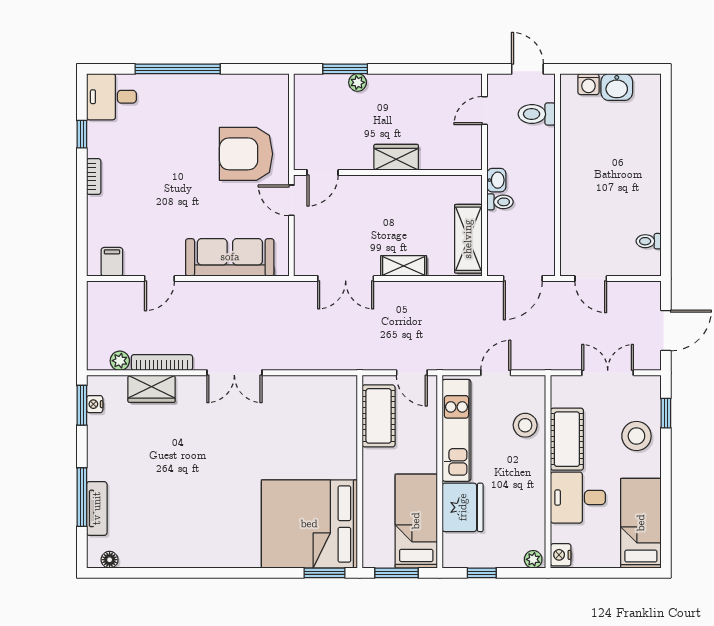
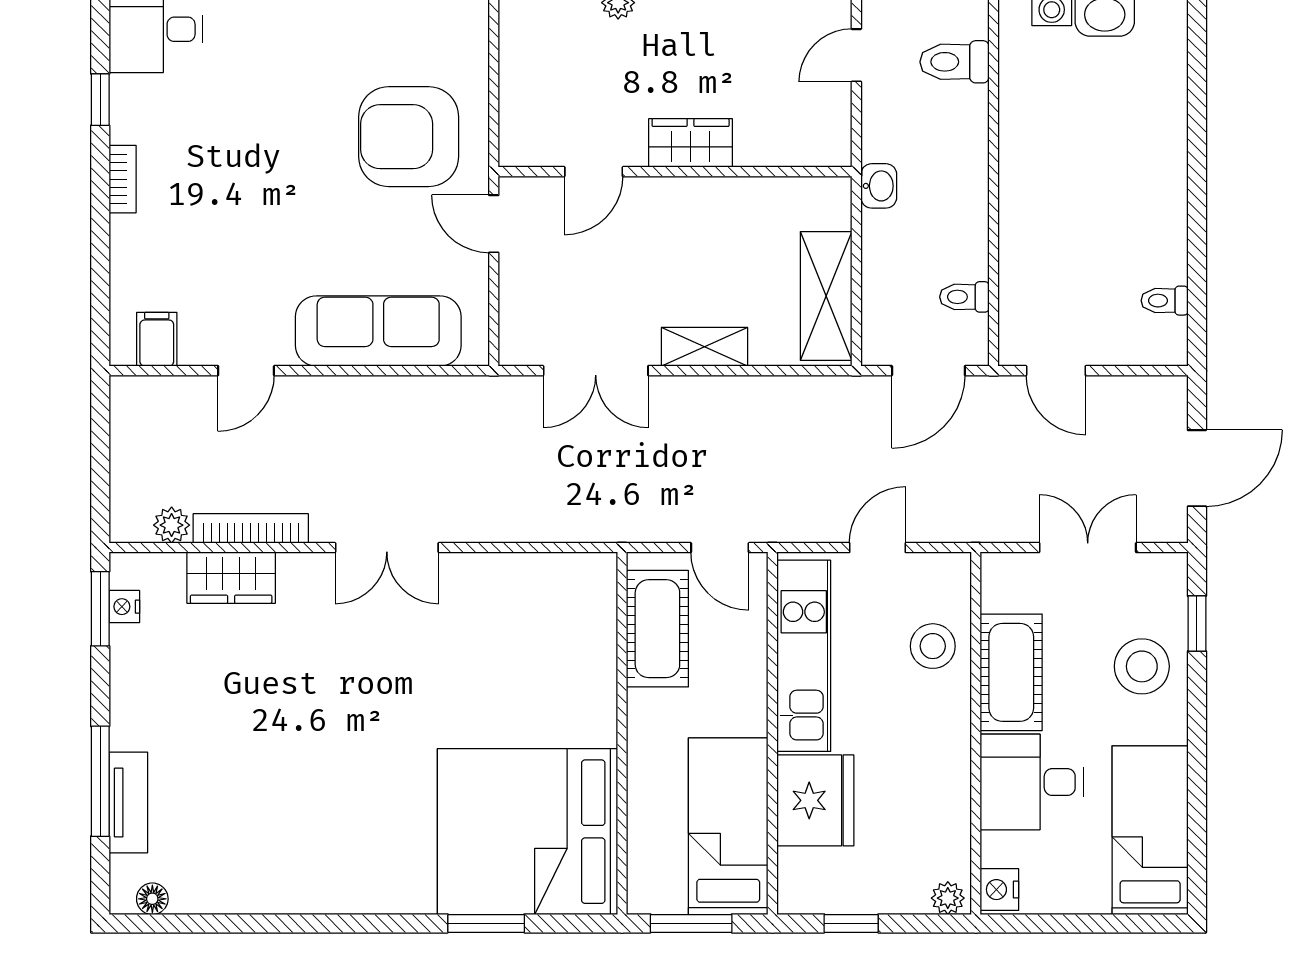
door: (323, 173) -> (594, 172), moved
toilet: (500, 202) -> (964, 297), moved, turned 180
window: (324, 573) -> (486, 923), moved

